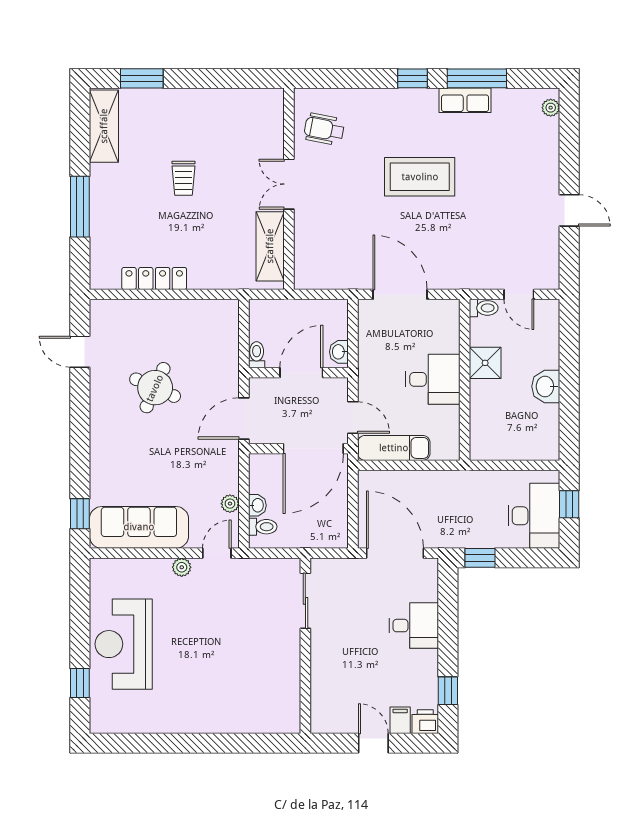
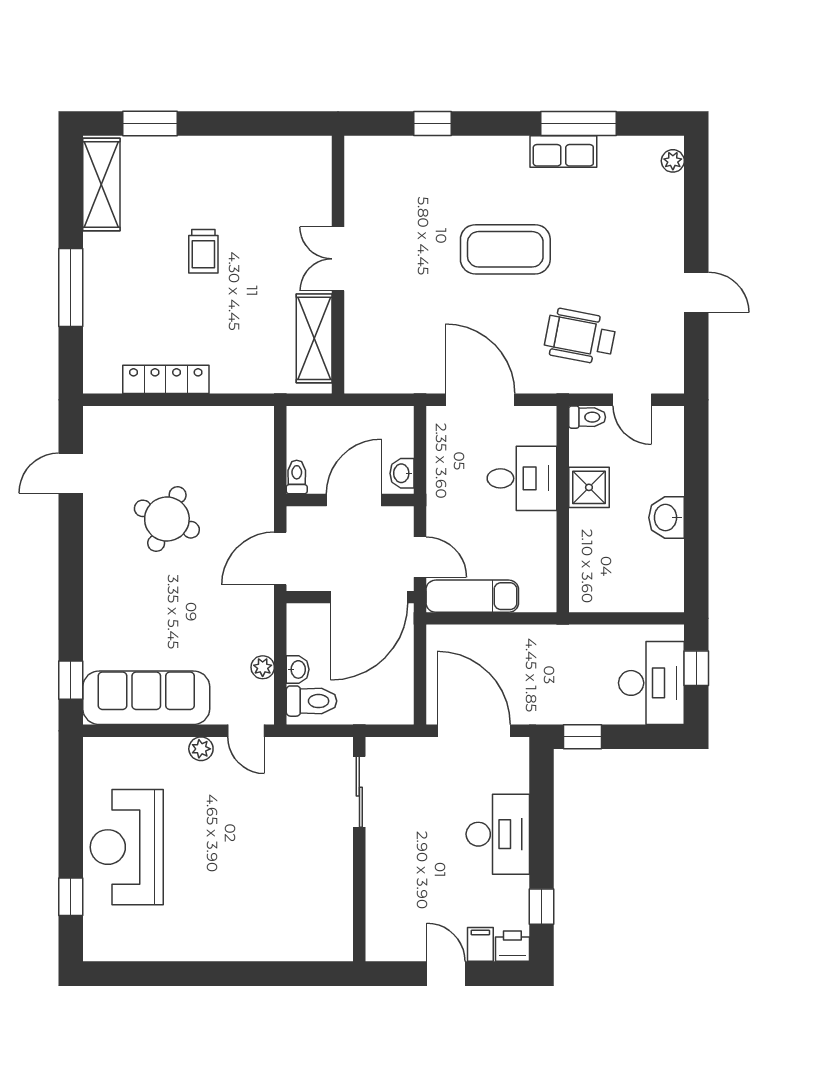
window: (413, 78) -> (433, 123), moved
wheelchair: (324, 129) -> (580, 337), moved, width x1.36, depth x1.37
door: (80, 352) -> (71, 473), hinge flipped
desk: (433, 379) -> (522, 478), moved
toilet: (263, 527) -> (312, 701), width x1.37, depth x1.39
door: (217, 553) -> (246, 731), swing flipped
desk: (414, 626) -> (498, 834), width x1.37

